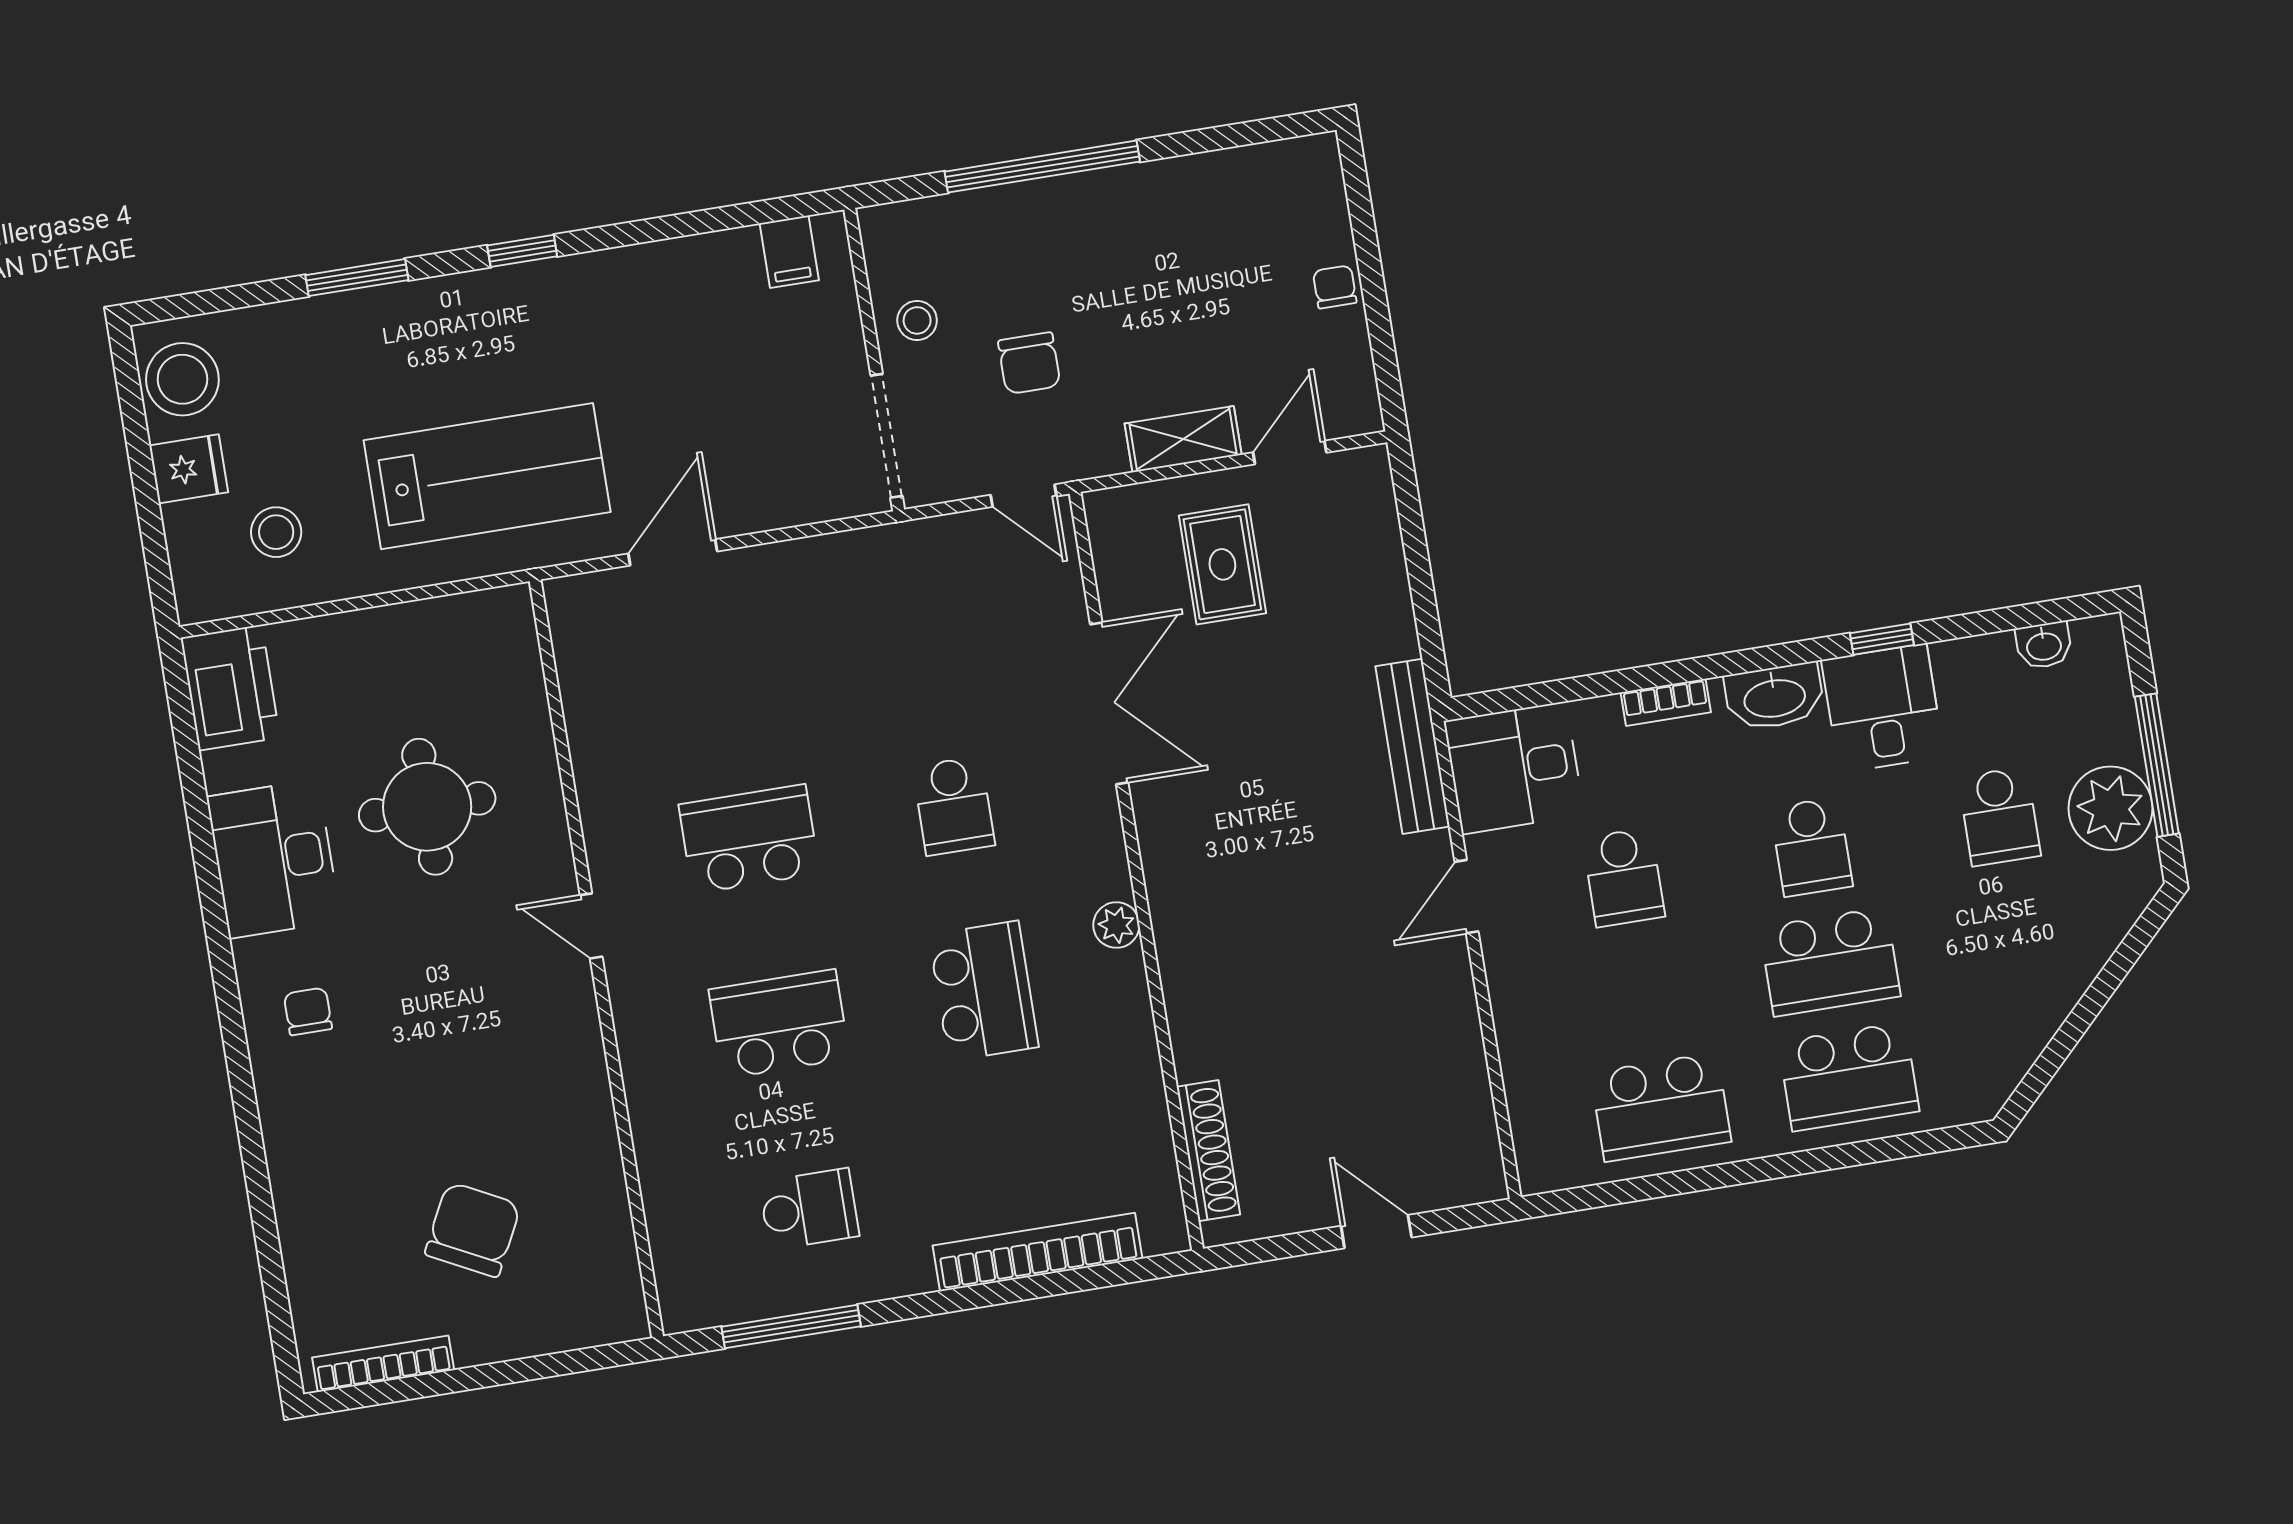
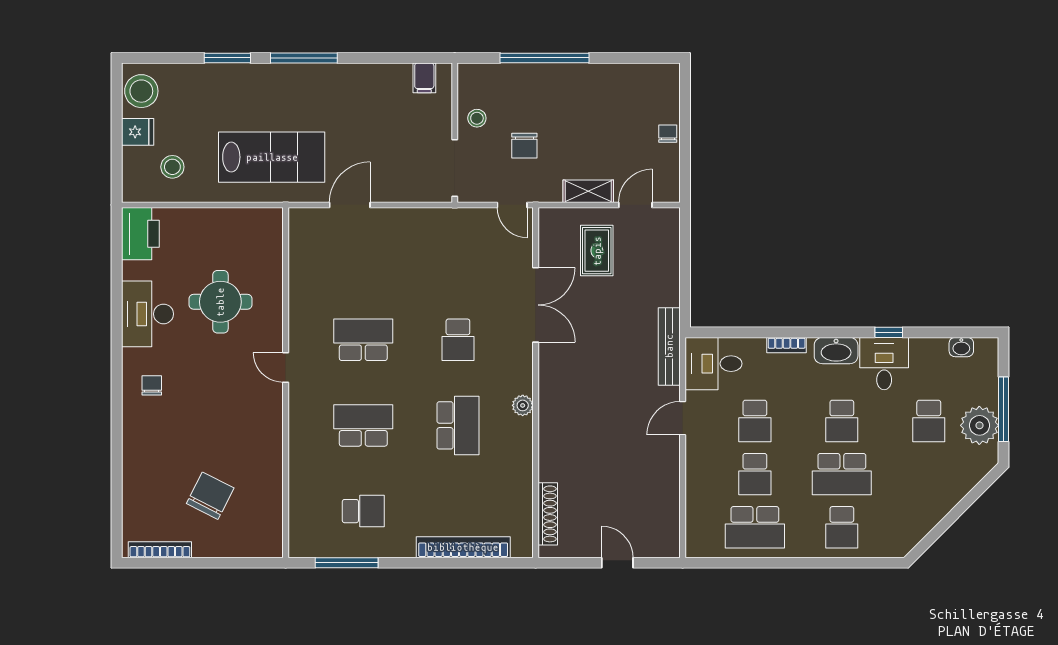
window: (522, 251) -> (304, 58), width x2.17
school desk: (1642, 992) -> (755, 474), added
school desk: (1849, 1077) -> (842, 527), width x0.54

